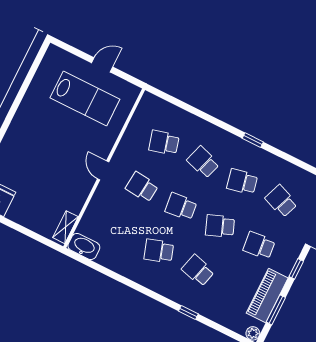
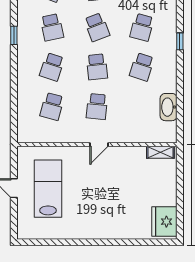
school desk: (164, 143) -> (52, 106), turned 30
washbasin: (84, 246) -> (169, 107), moved
school desk: (159, 251) -> (142, 67), turned 36
window: (188, 312) -> (180, 41), moved

